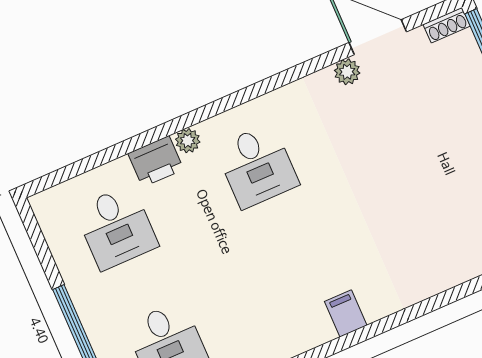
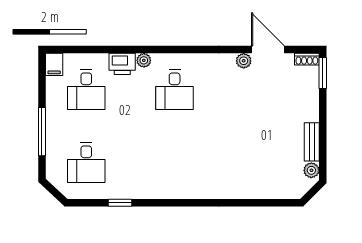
filing cabinet: (346, 313) -> (54, 64), moved, turned 180

